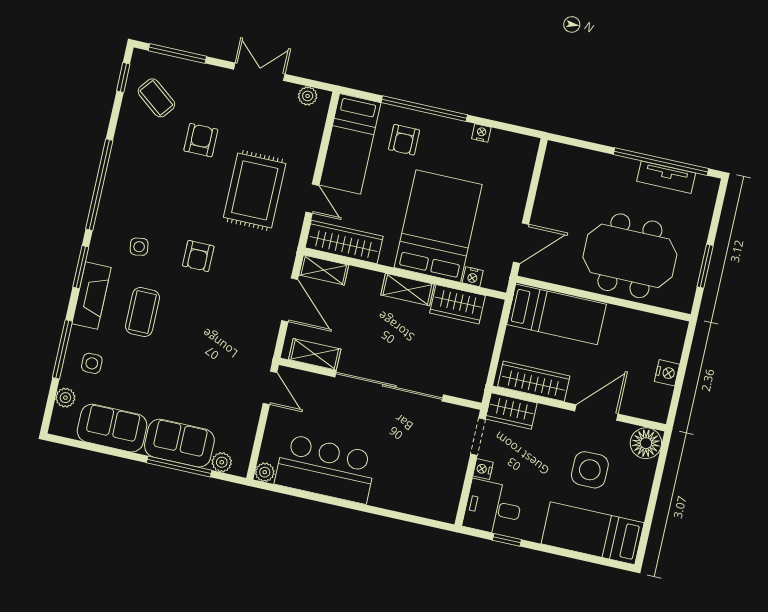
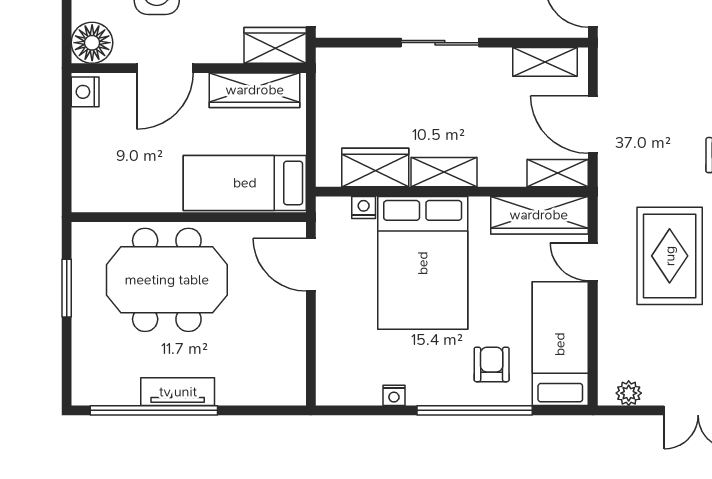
tv unit: (666, 177) -> (178, 392), moved
door: (521, 243) -> (311, 265), hinge flipped
nightstand: (667, 373) -> (85, 92), moved
sliding door: (389, 386) -> (440, 43), width x0.54

